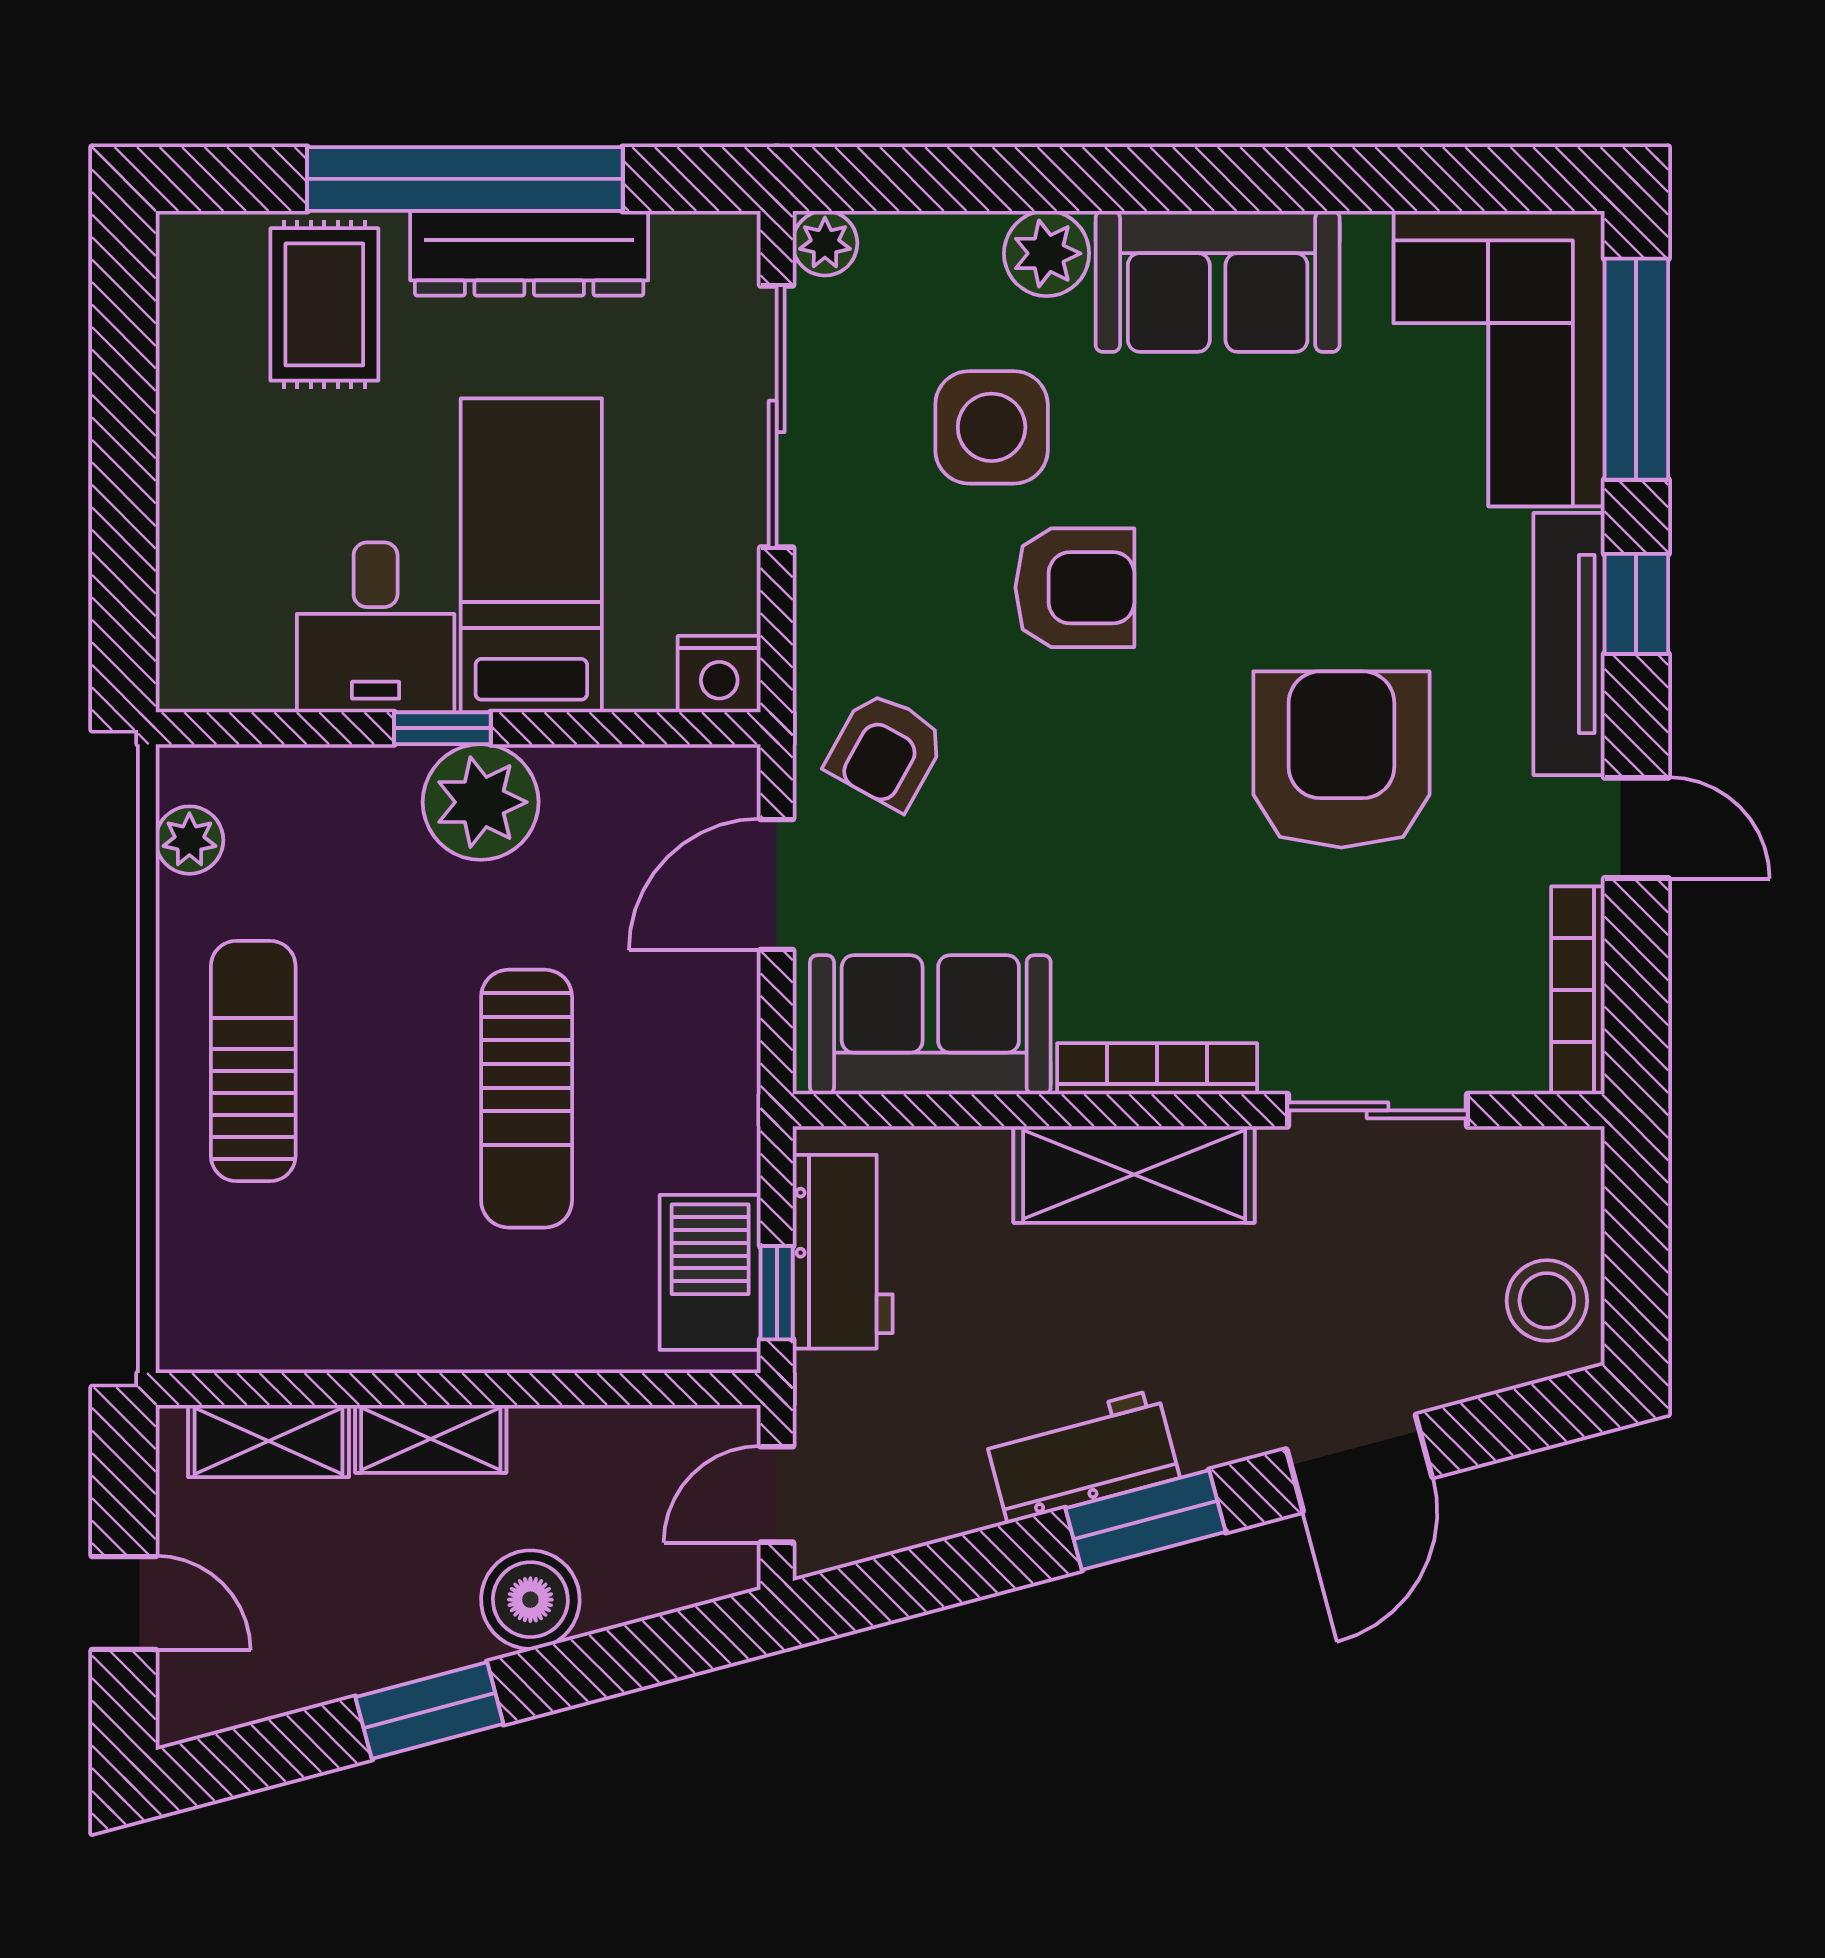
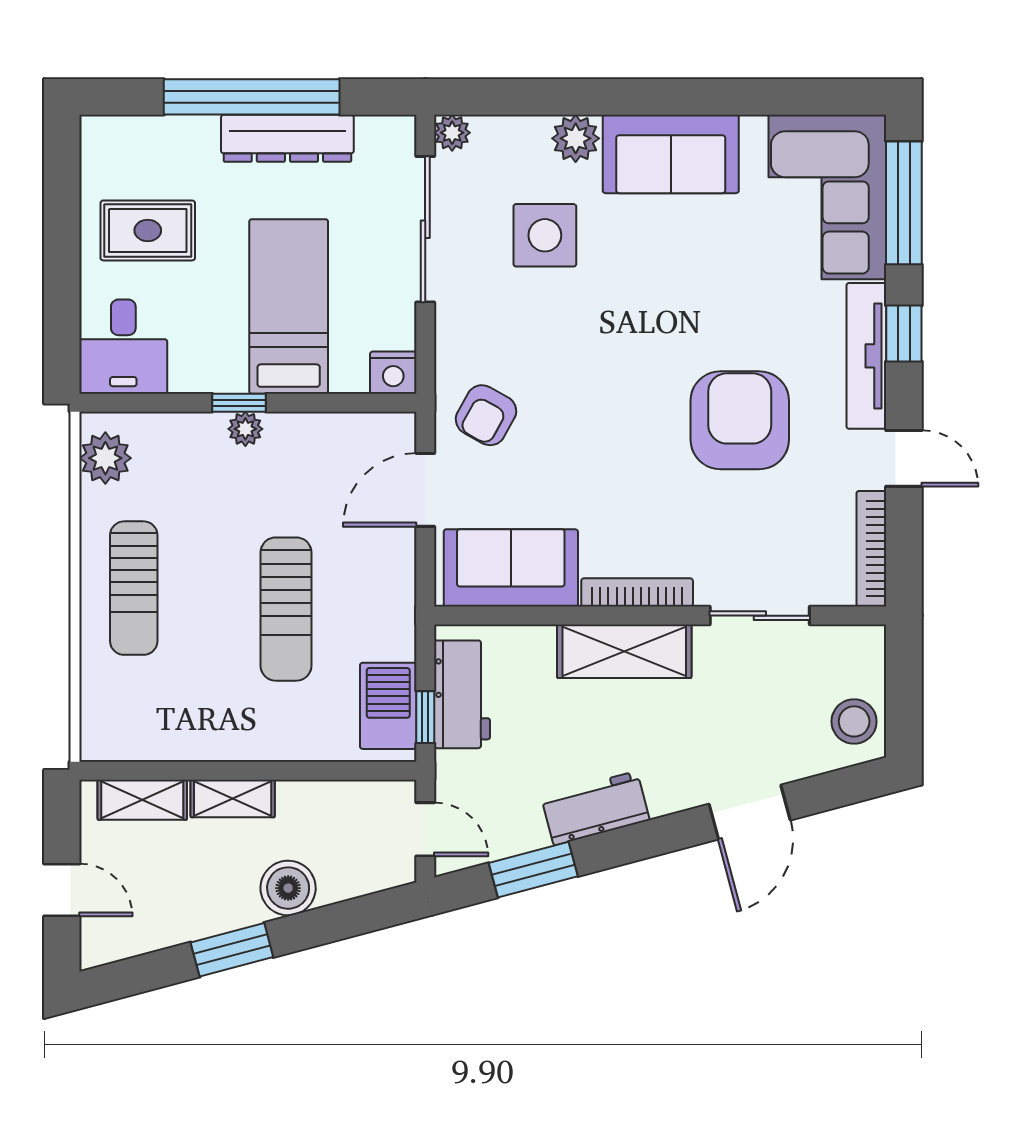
rug: (324, 304) -> (148, 230), moved, turned 90
armchair: (1075, 588) -> (591, 325), removed
desk: (376, 627) -> (123, 347), moved
plant: (481, 802) -> (245, 429), width x0.53, depth x0.53
plant: (189, 840) -> (105, 458), width x1.38, depth x1.38
sun lounger: (253, 1061) -> (134, 588), turned 180
door: (777, 1494) -> (425, 829), swing flipped
window: (1146, 1520) -> (533, 870), moved

